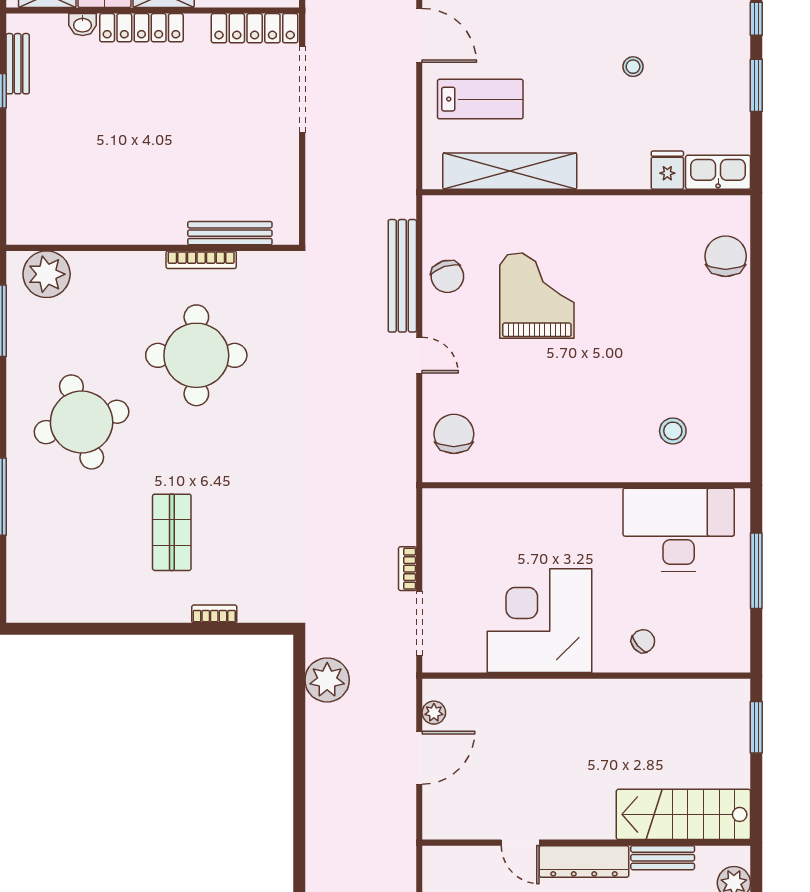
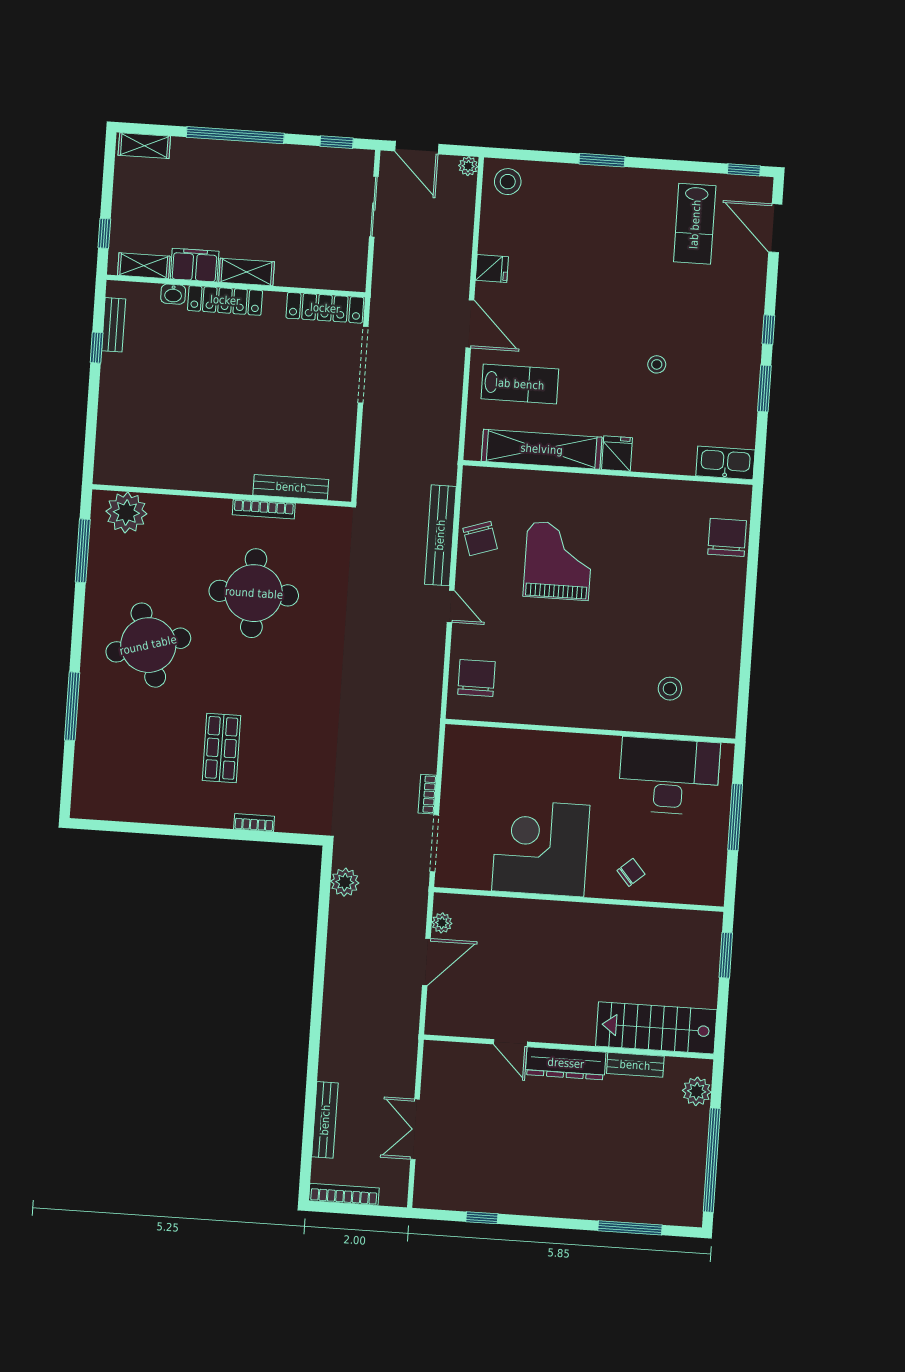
fridge: (667, 170) -> (617, 454), moved
plant: (327, 680) -> (345, 882), width x0.73, depth x0.73

